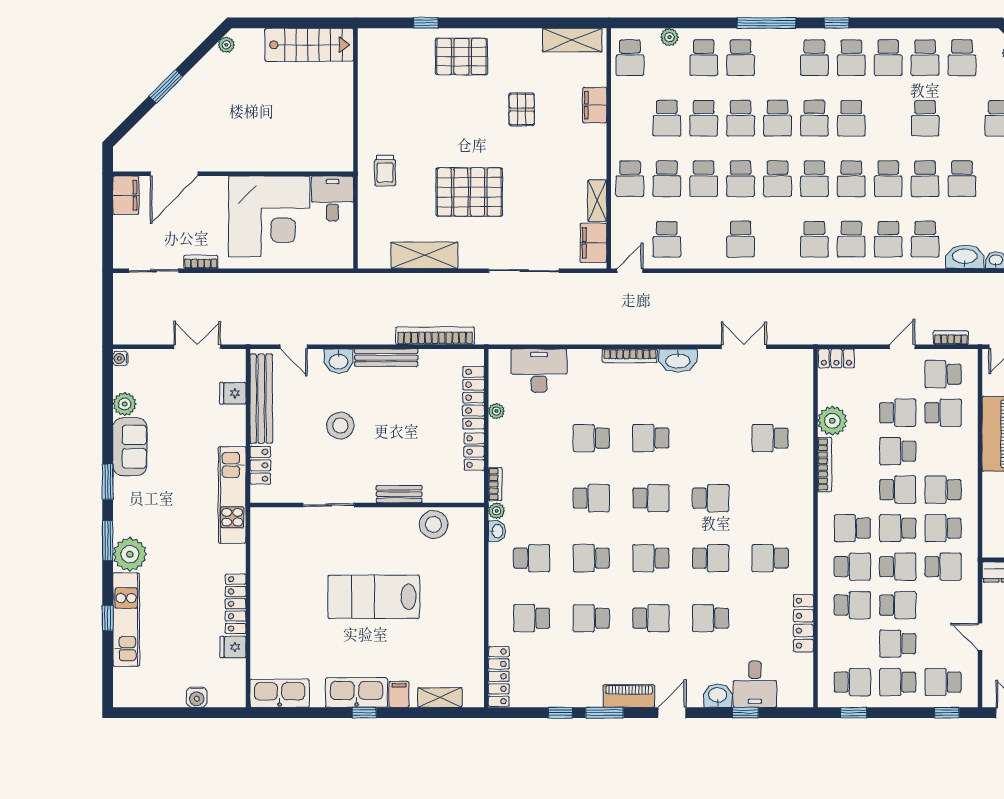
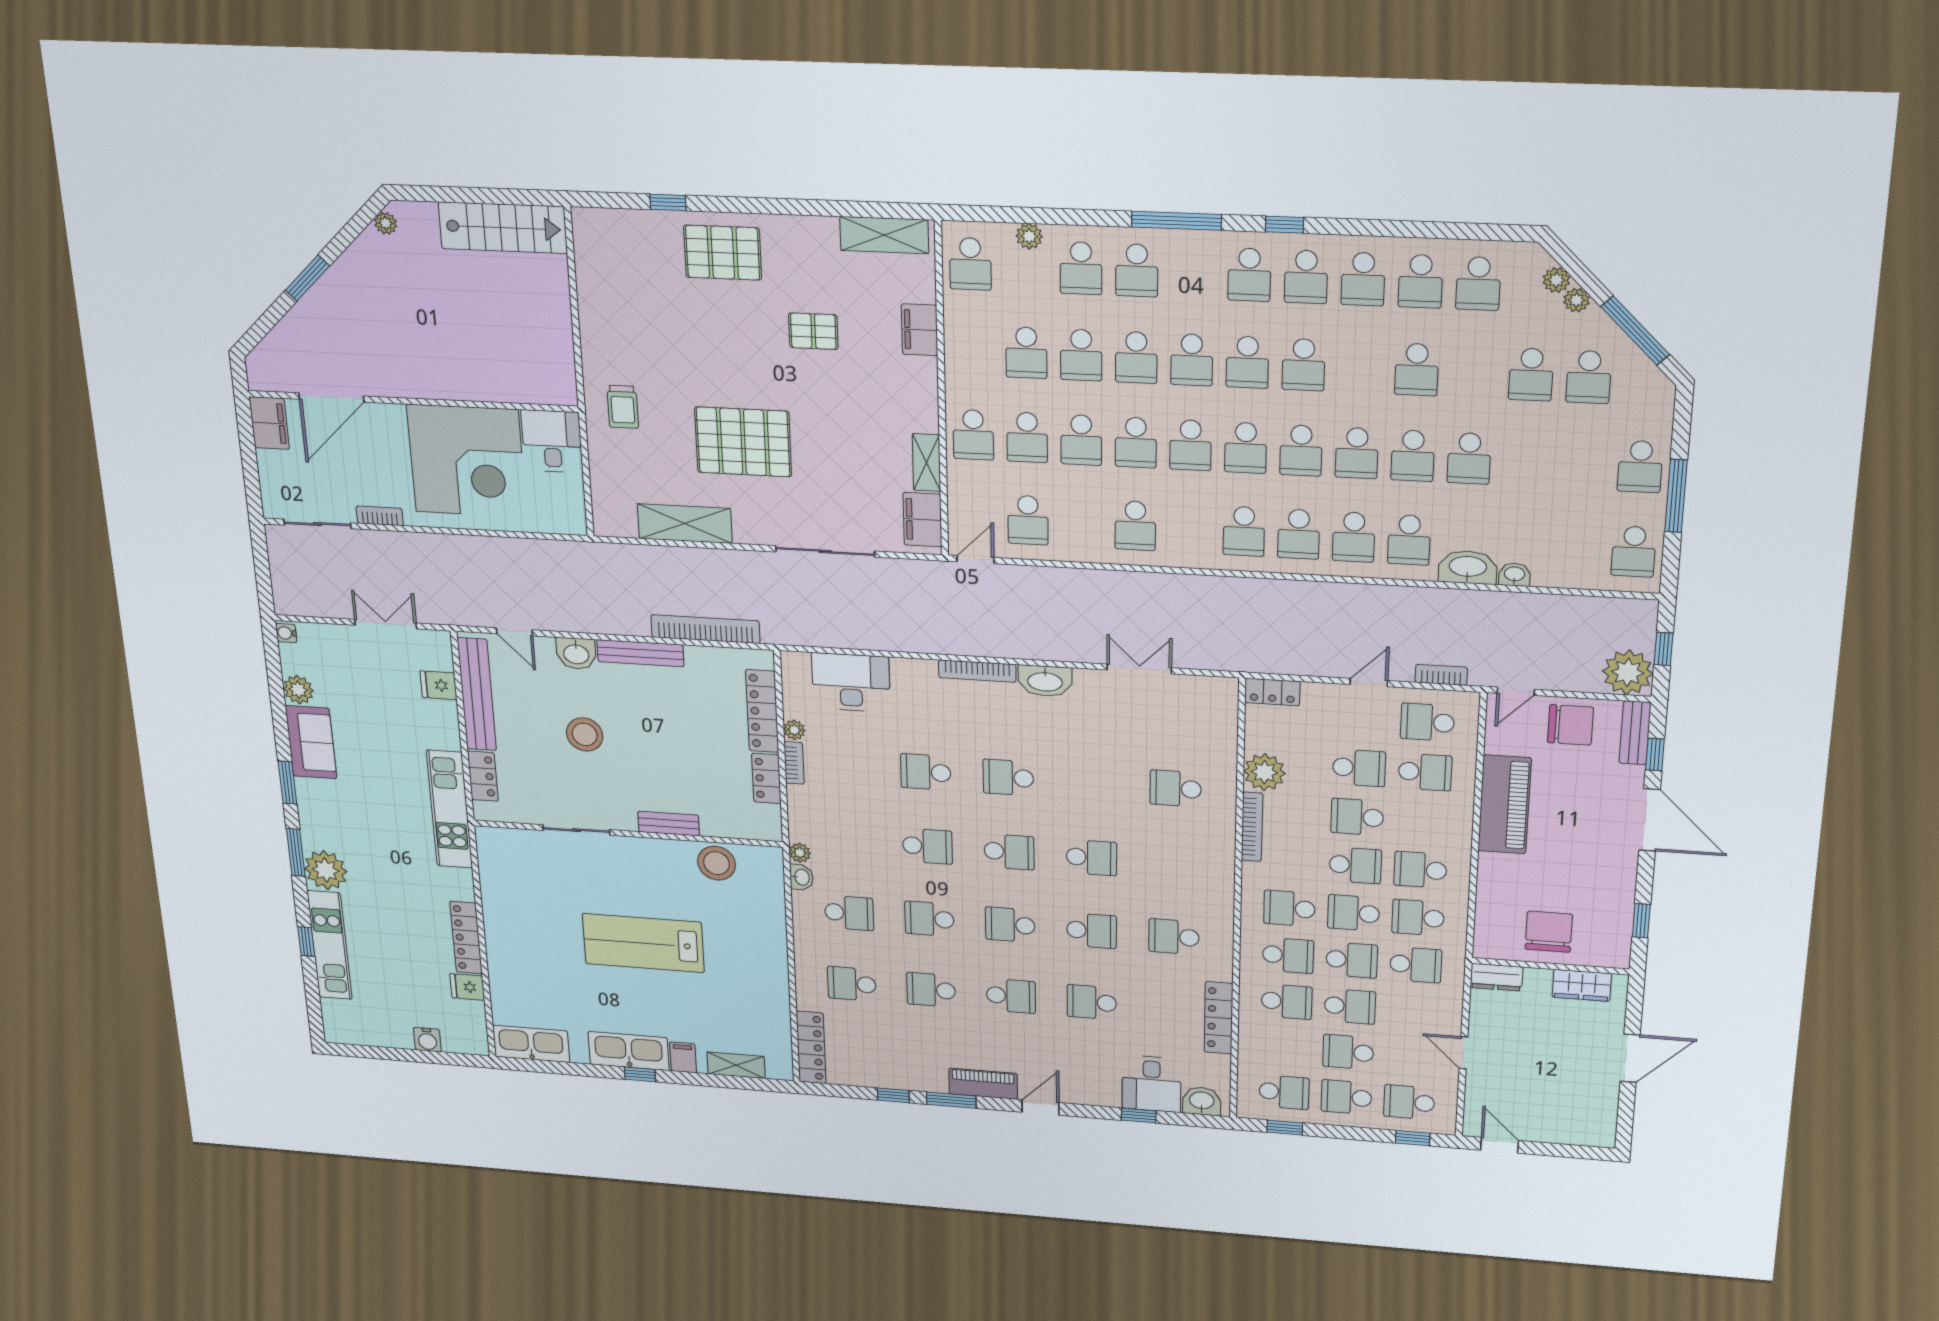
pallet: (522, 109) -> (813, 331), turned 90
bookcase: (495, 484) -> (794, 763), moved
washbasin: (718, 696) -> (1202, 1101), moved

